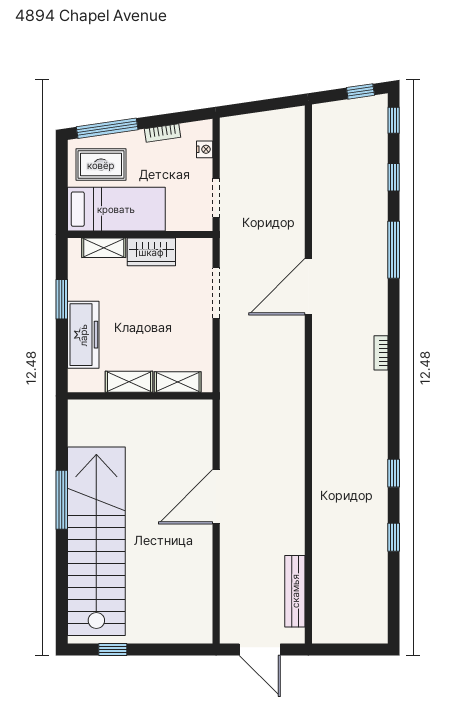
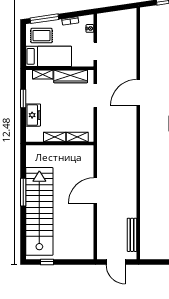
wardrobe: (151, 252) -> (71, 76), width x1.50
freezer: (83, 335) -> (33, 115), width x0.71

